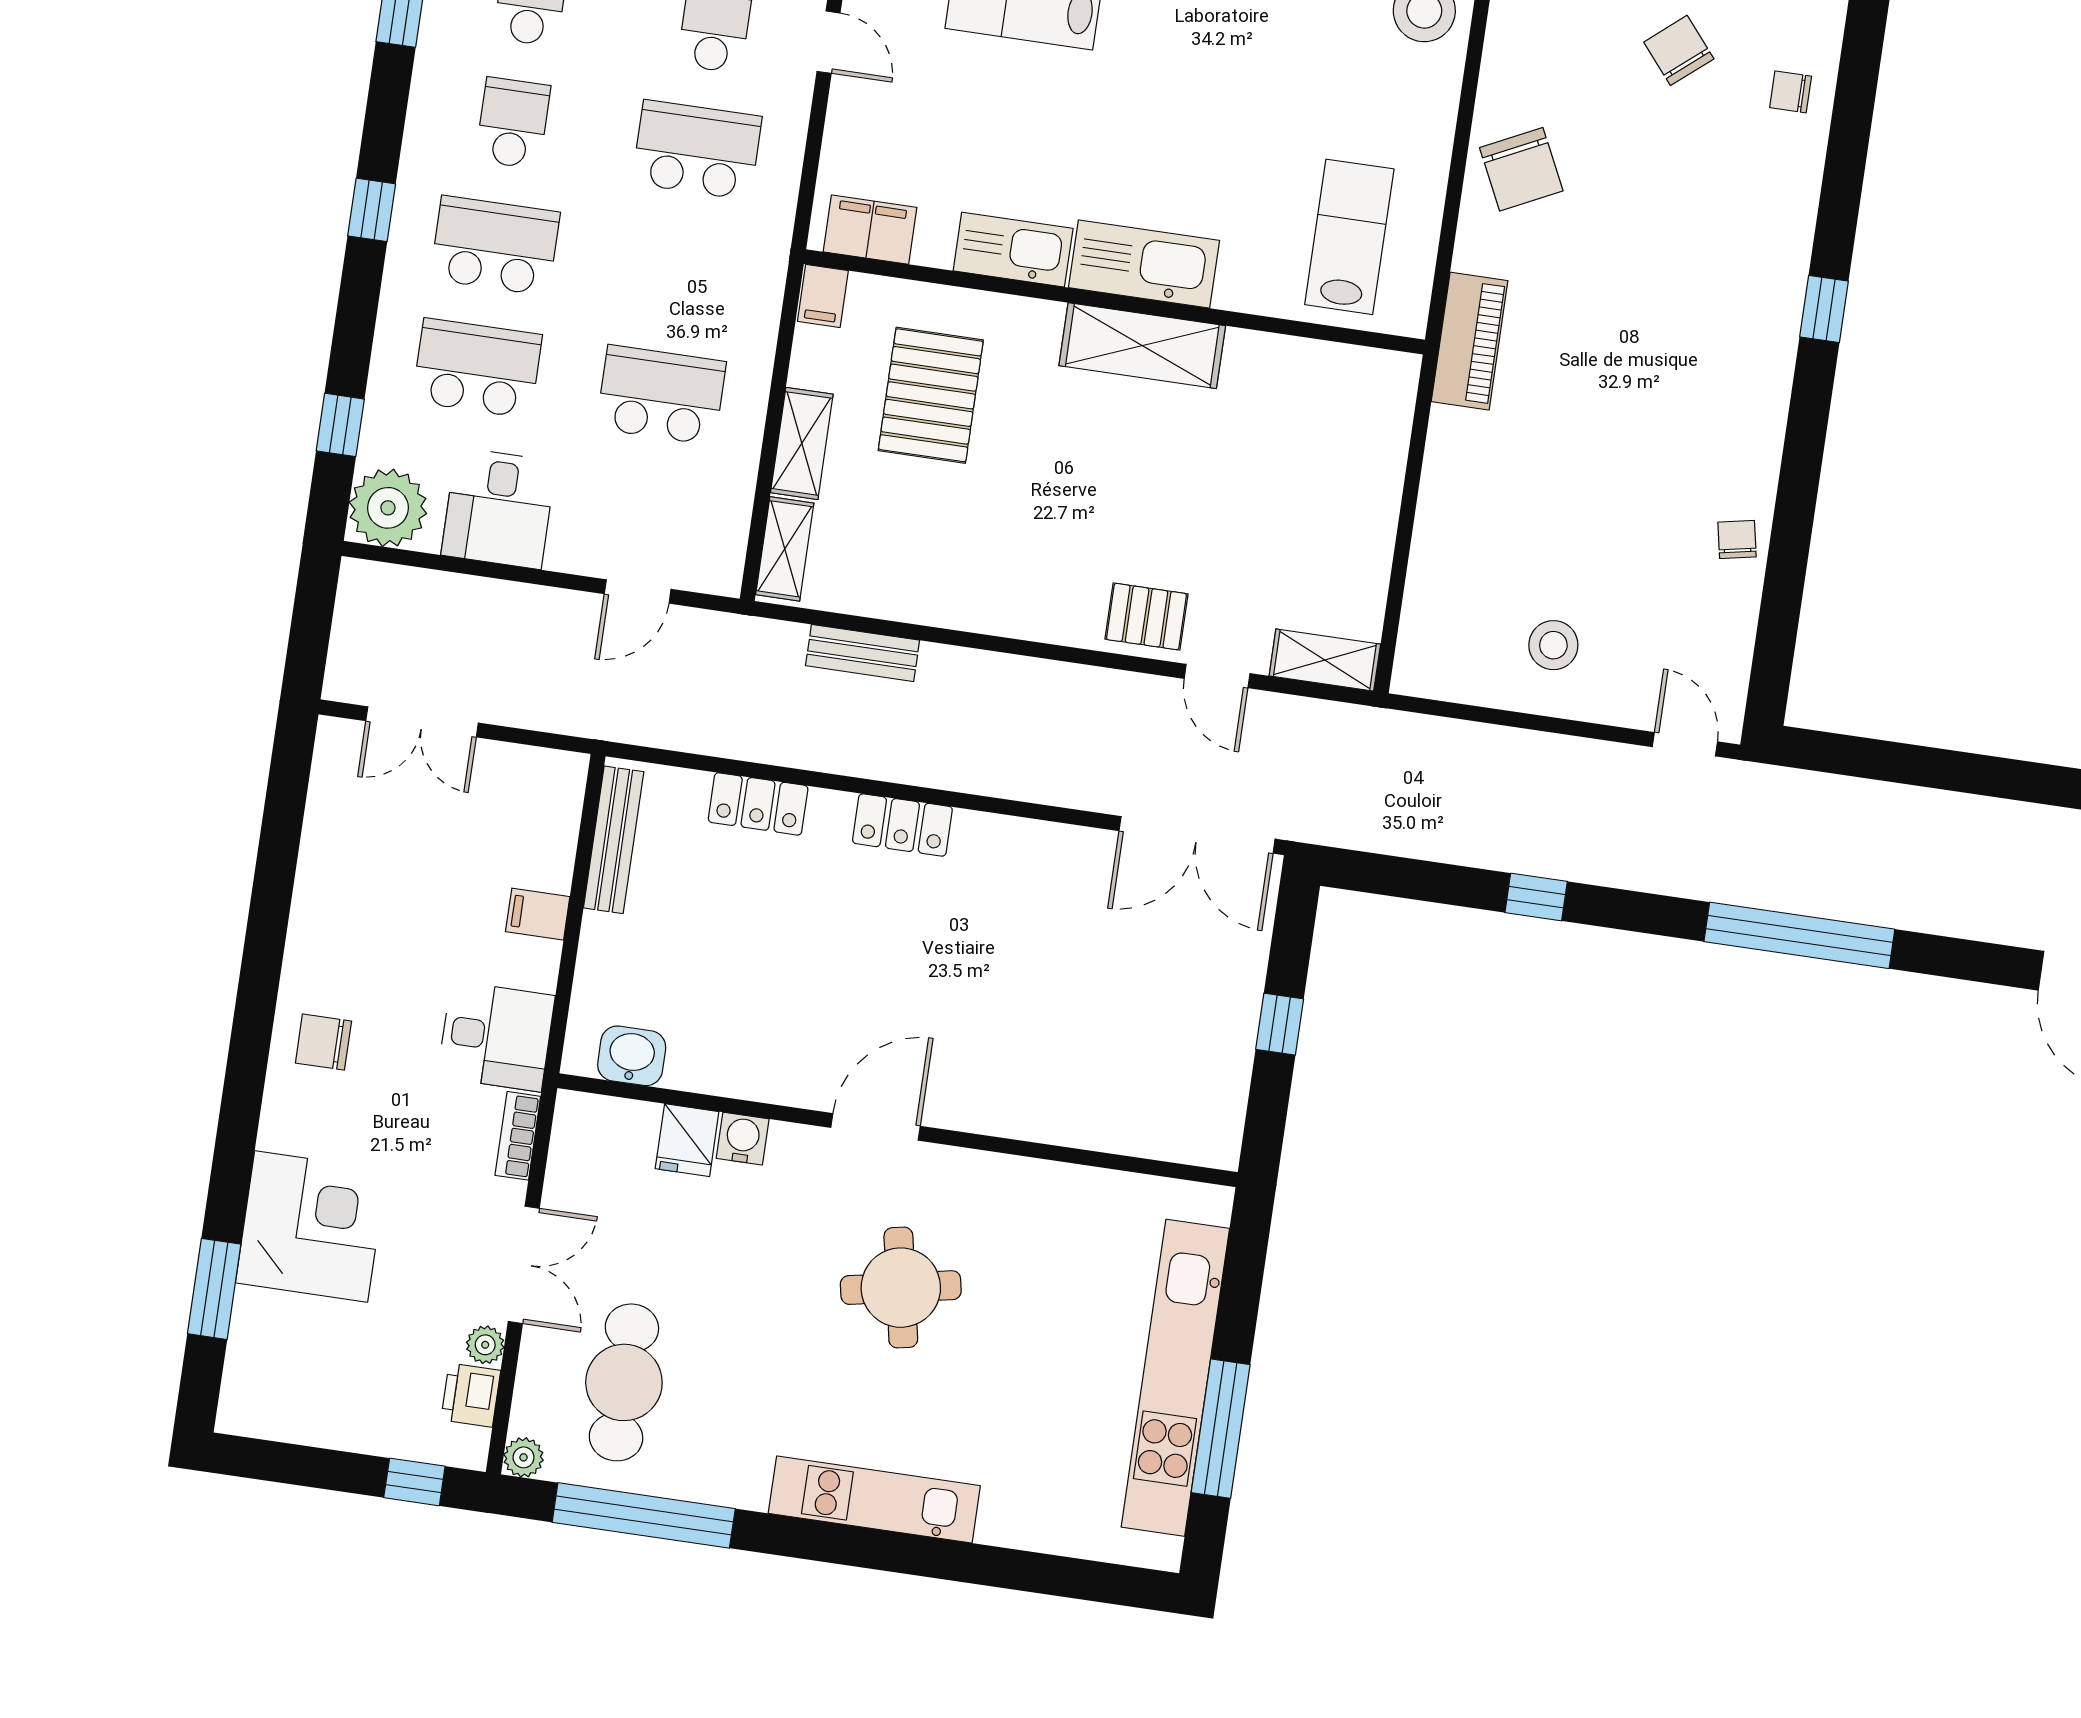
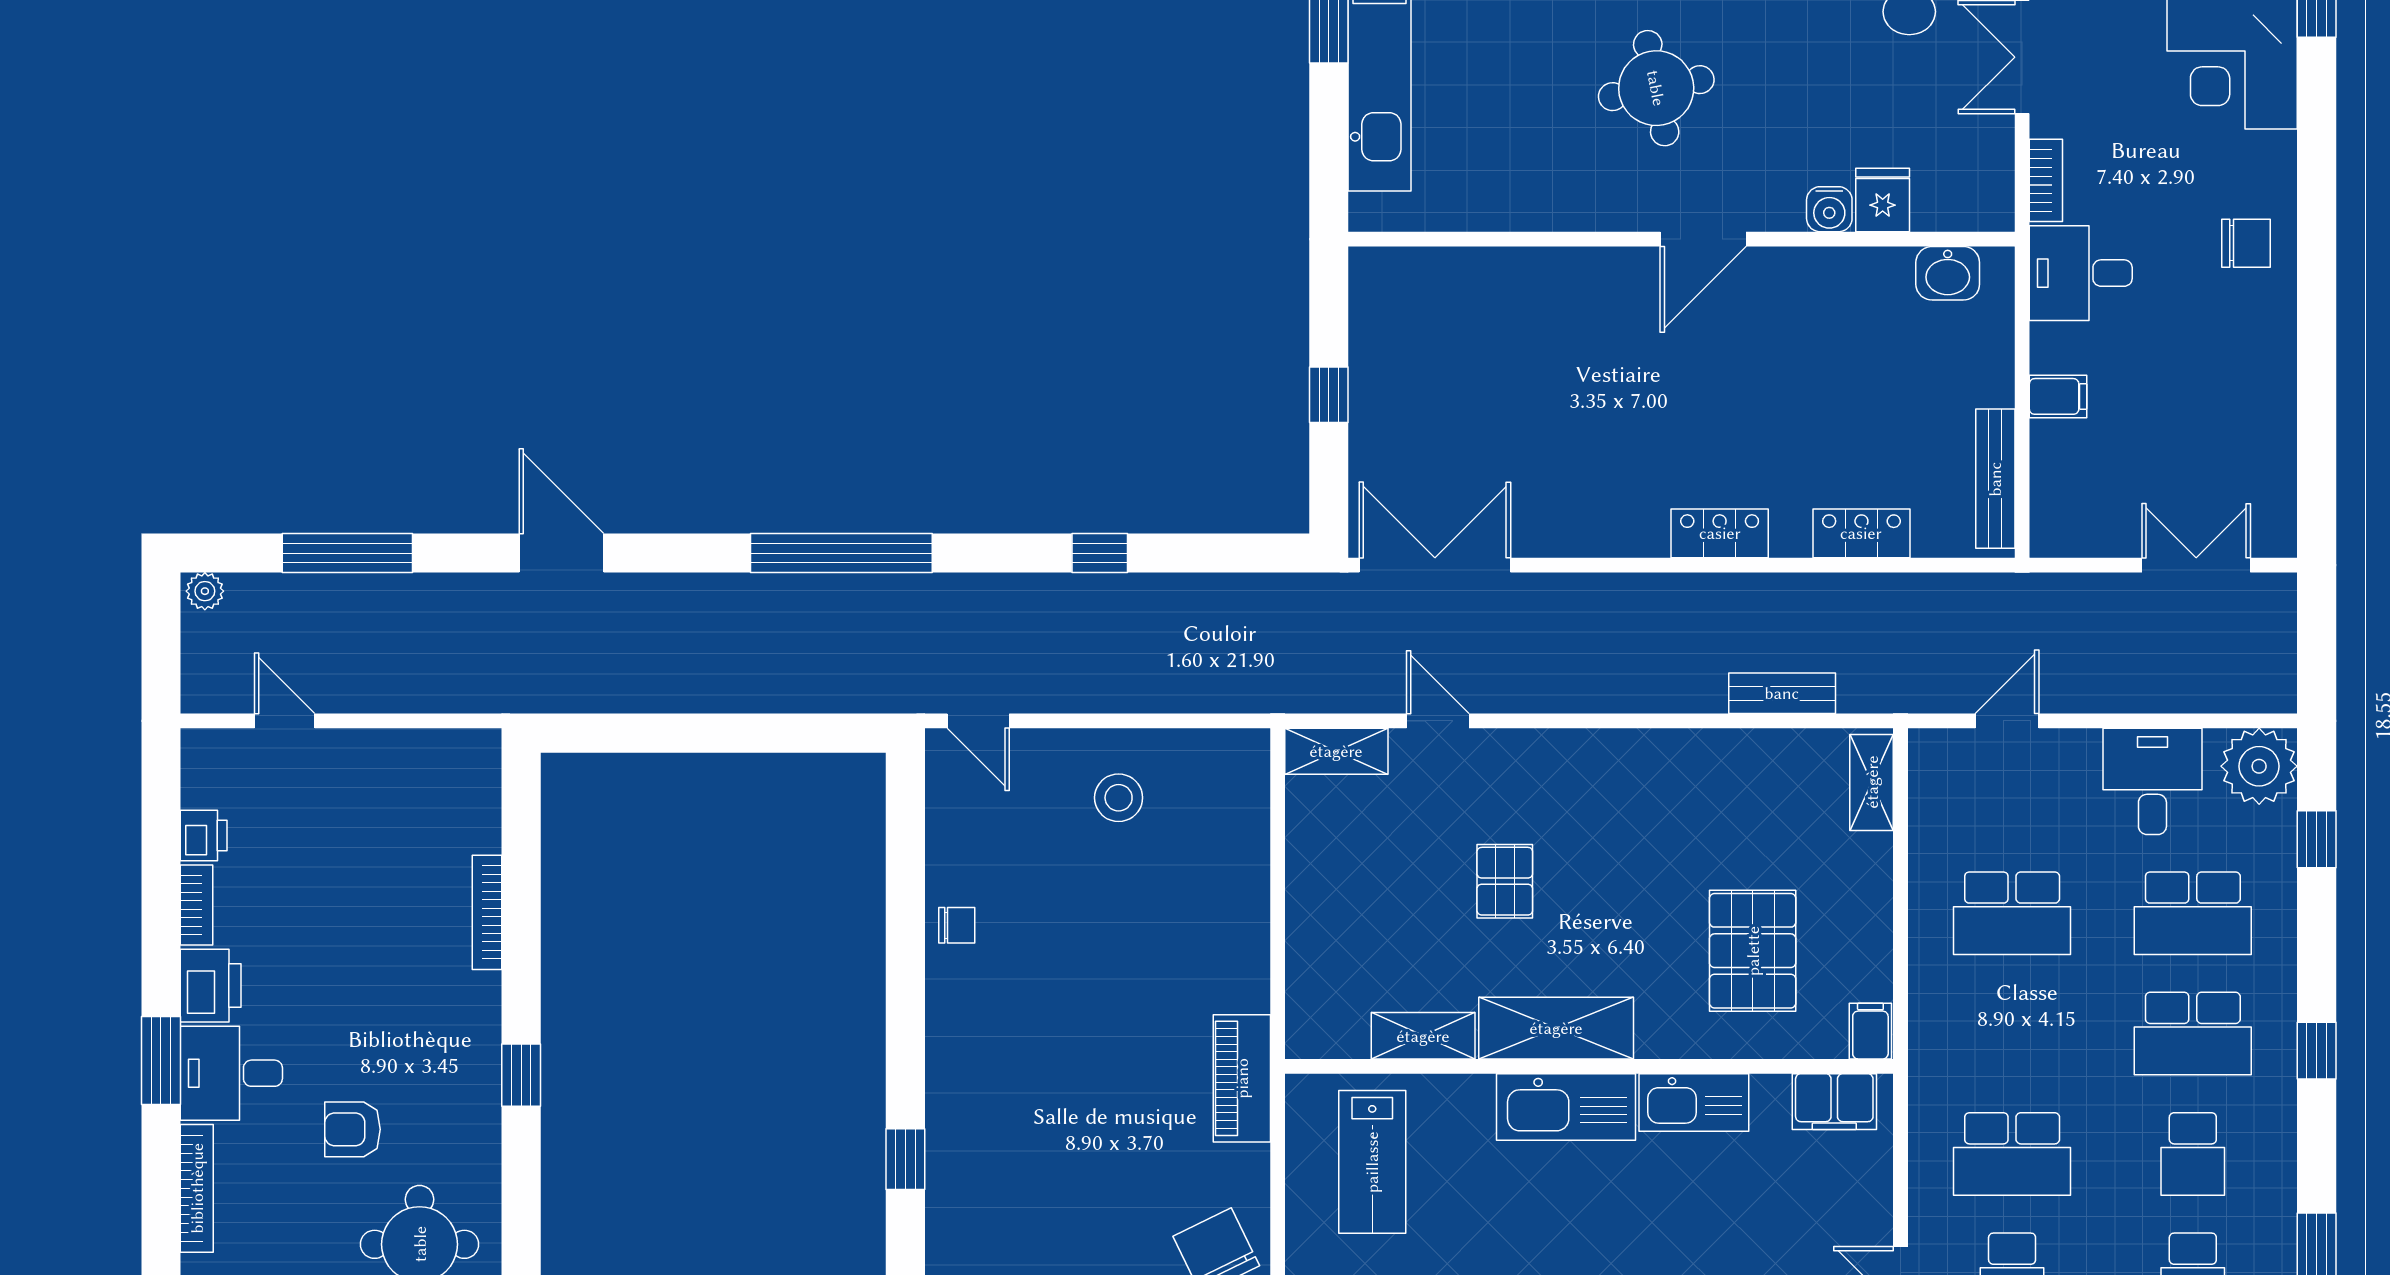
shelving: (802, 443) -> (1423, 1036), moved, turned 90
chair: (1737, 539) -> (957, 925), turned -79
pallet: (1146, 617) -> (1505, 881), moved, turned 90

